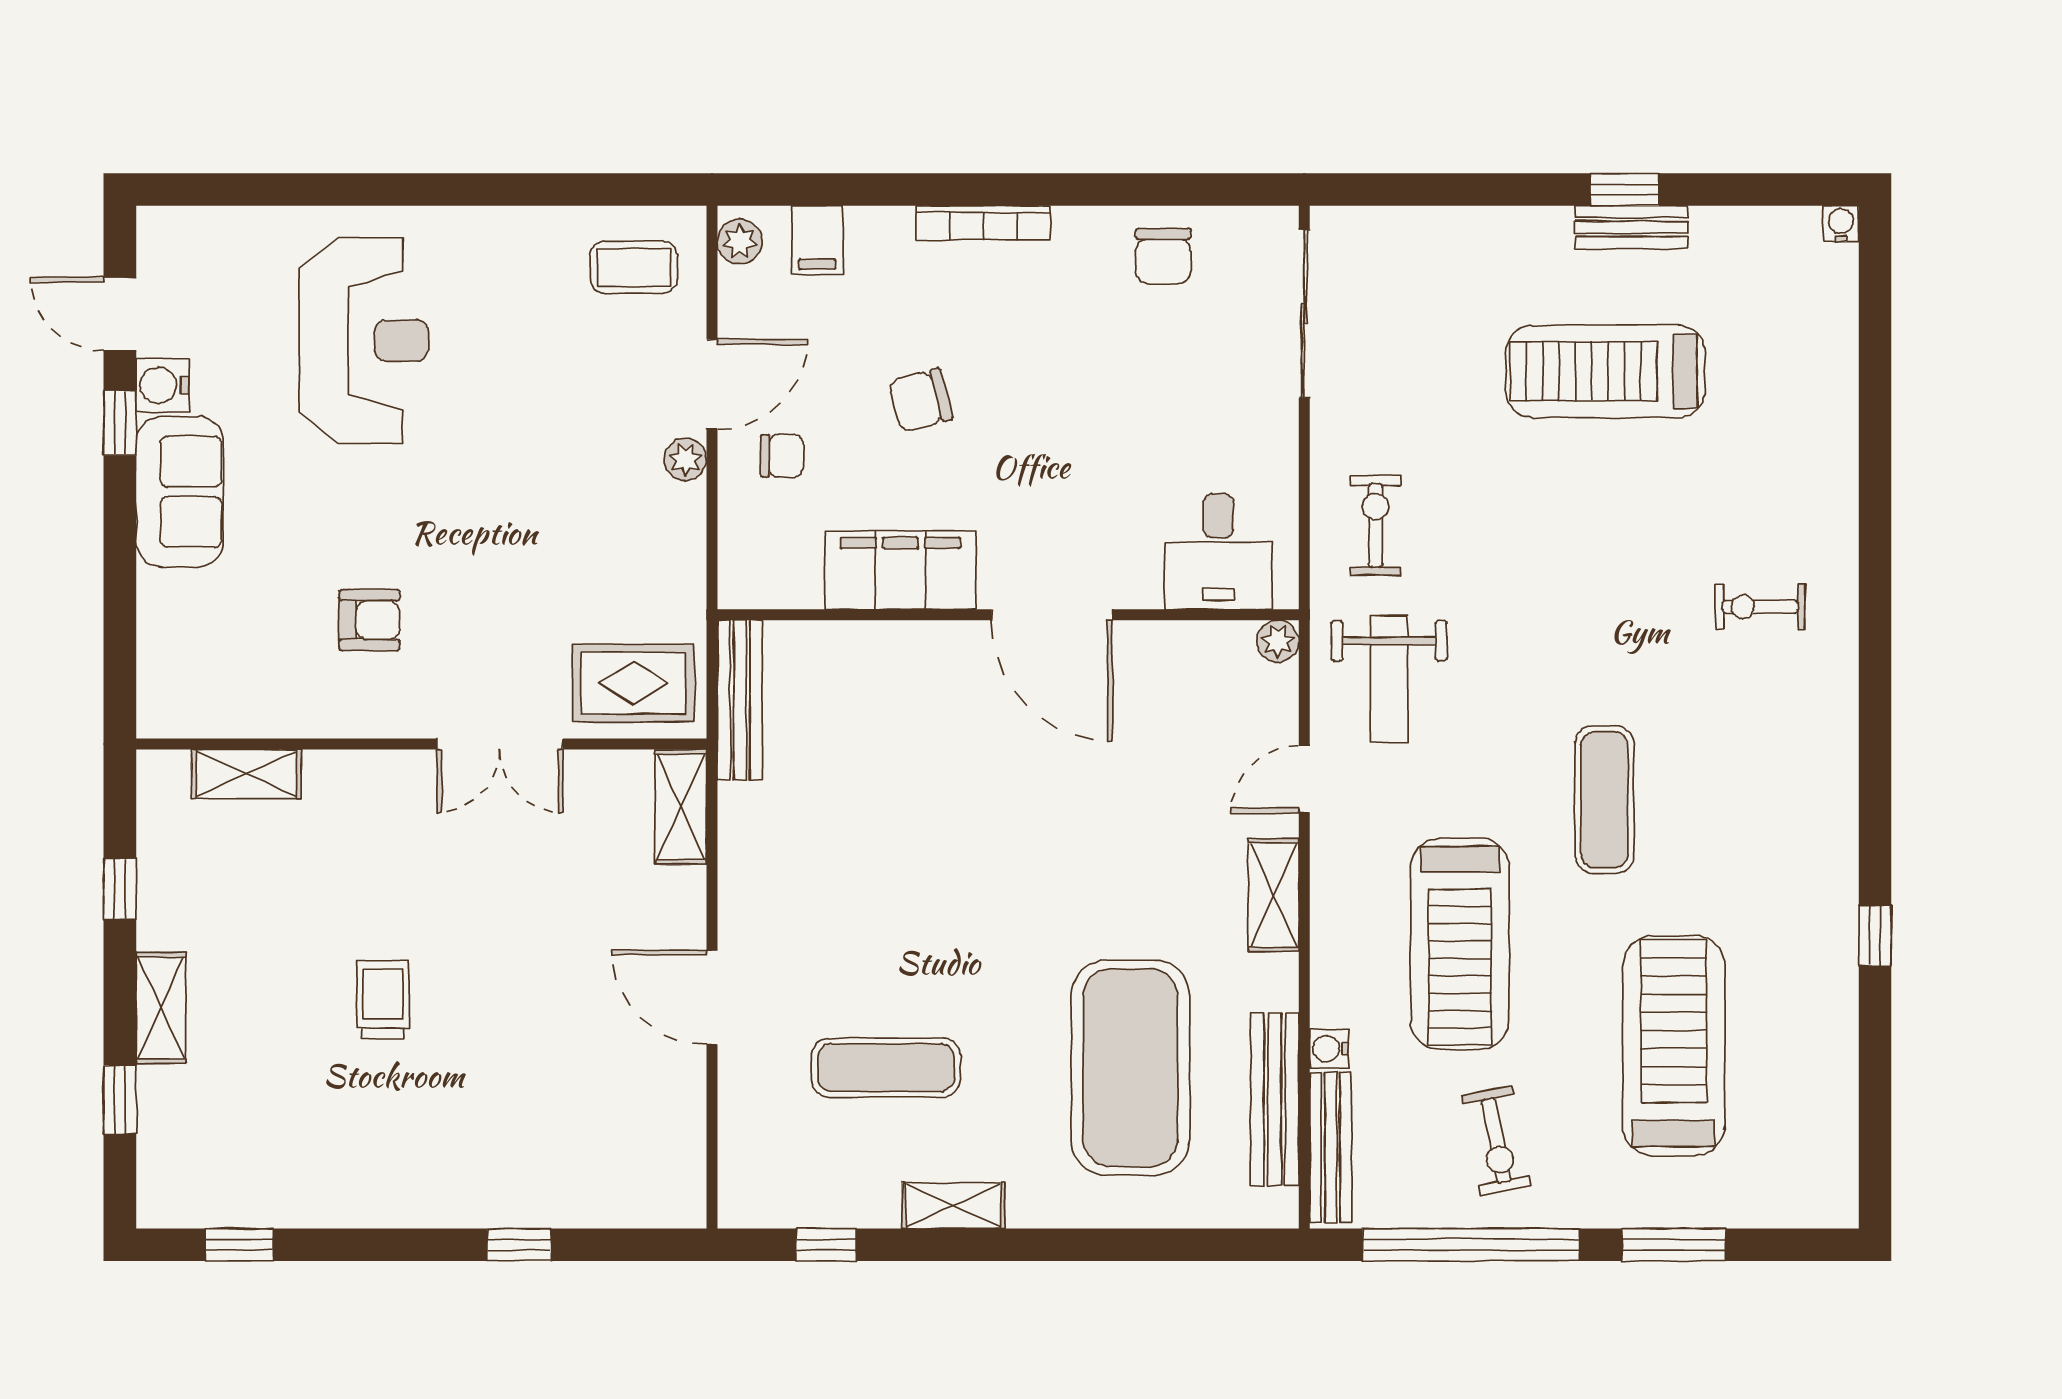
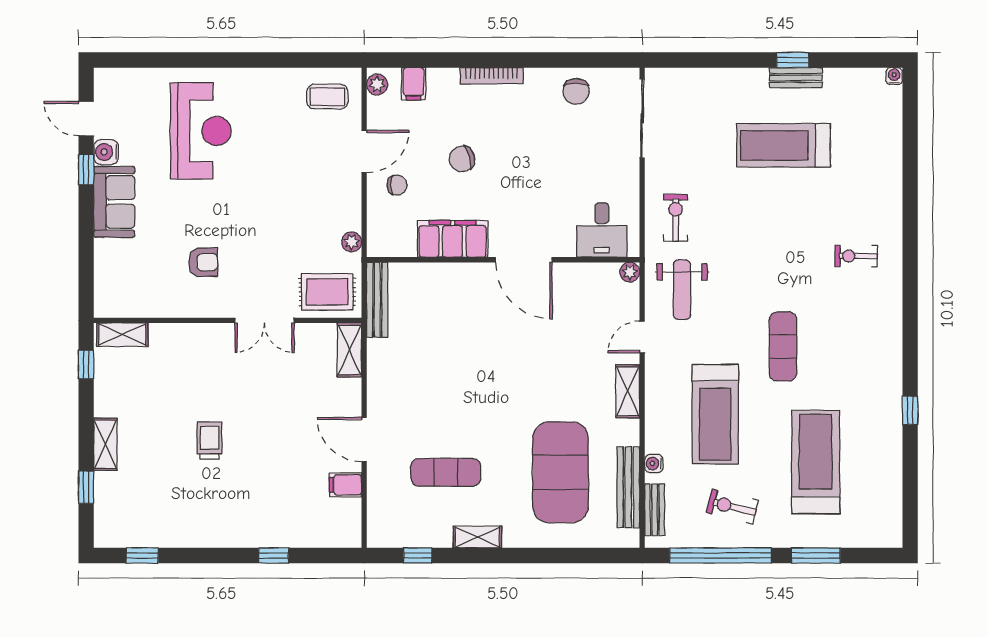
plant: (685, 459) -> (352, 242), moved
shelving: (246, 774) -> (122, 334), moved
window: (120, 889) -> (86, 364), moved
filing cabinet: (672, 1094) -> (346, 485), added
exercise bike: (1496, 1141) -> (732, 507), turned 115
bench: (1331, 1148) -> (655, 510), width x0.73

